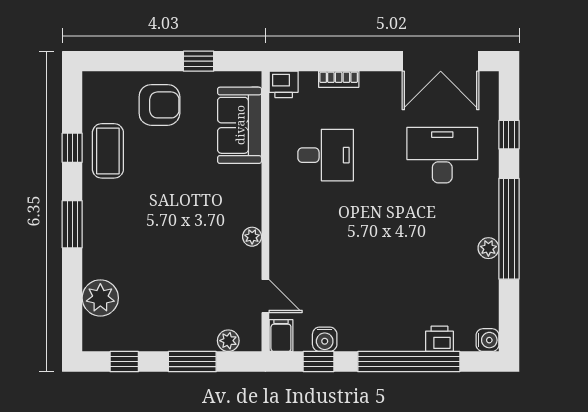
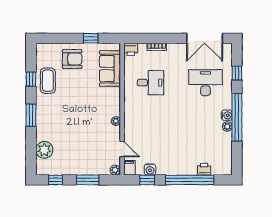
water cooler: (487, 340) -> (227, 115), moved
plant: (228, 341) -> (115, 170), moved

